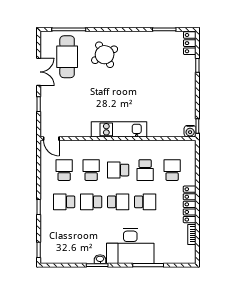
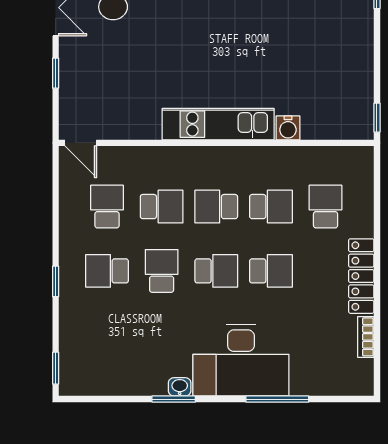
water cooler: (190, 131) -> (288, 128), moved
school desk: (91, 170) -> (162, 207), turned 90
school desk: (145, 170) -> (271, 207), turned -90
school desk: (91, 202) -> (162, 271), turned 90

